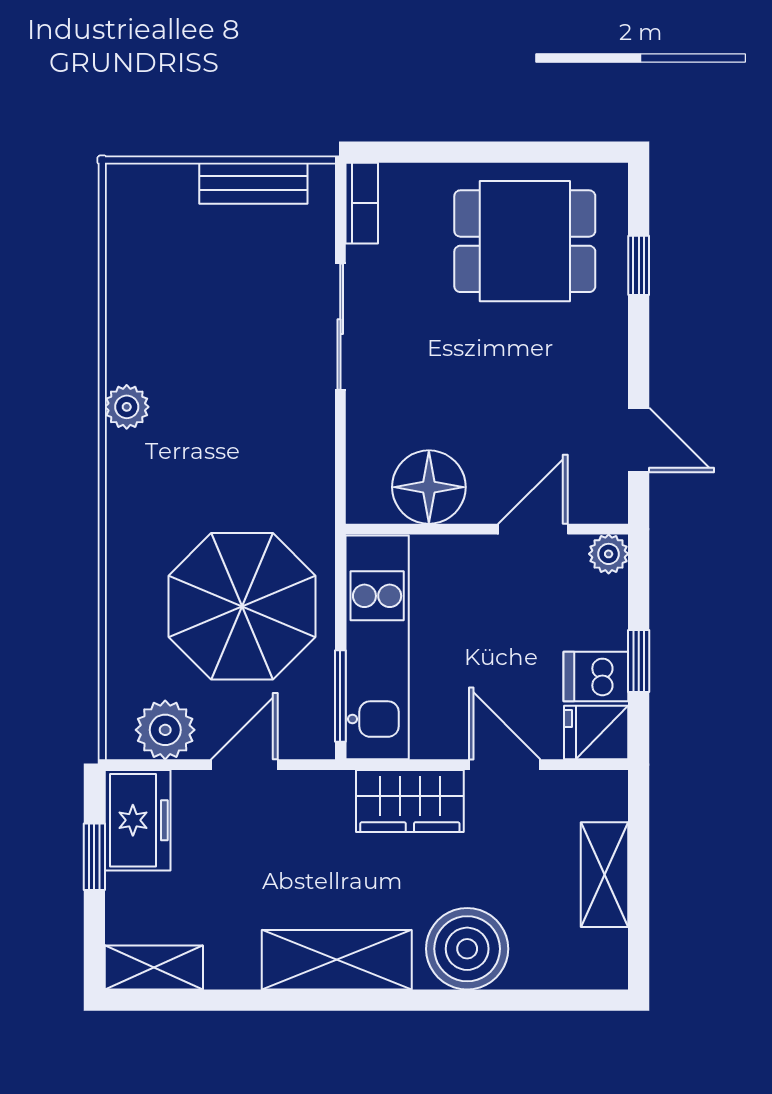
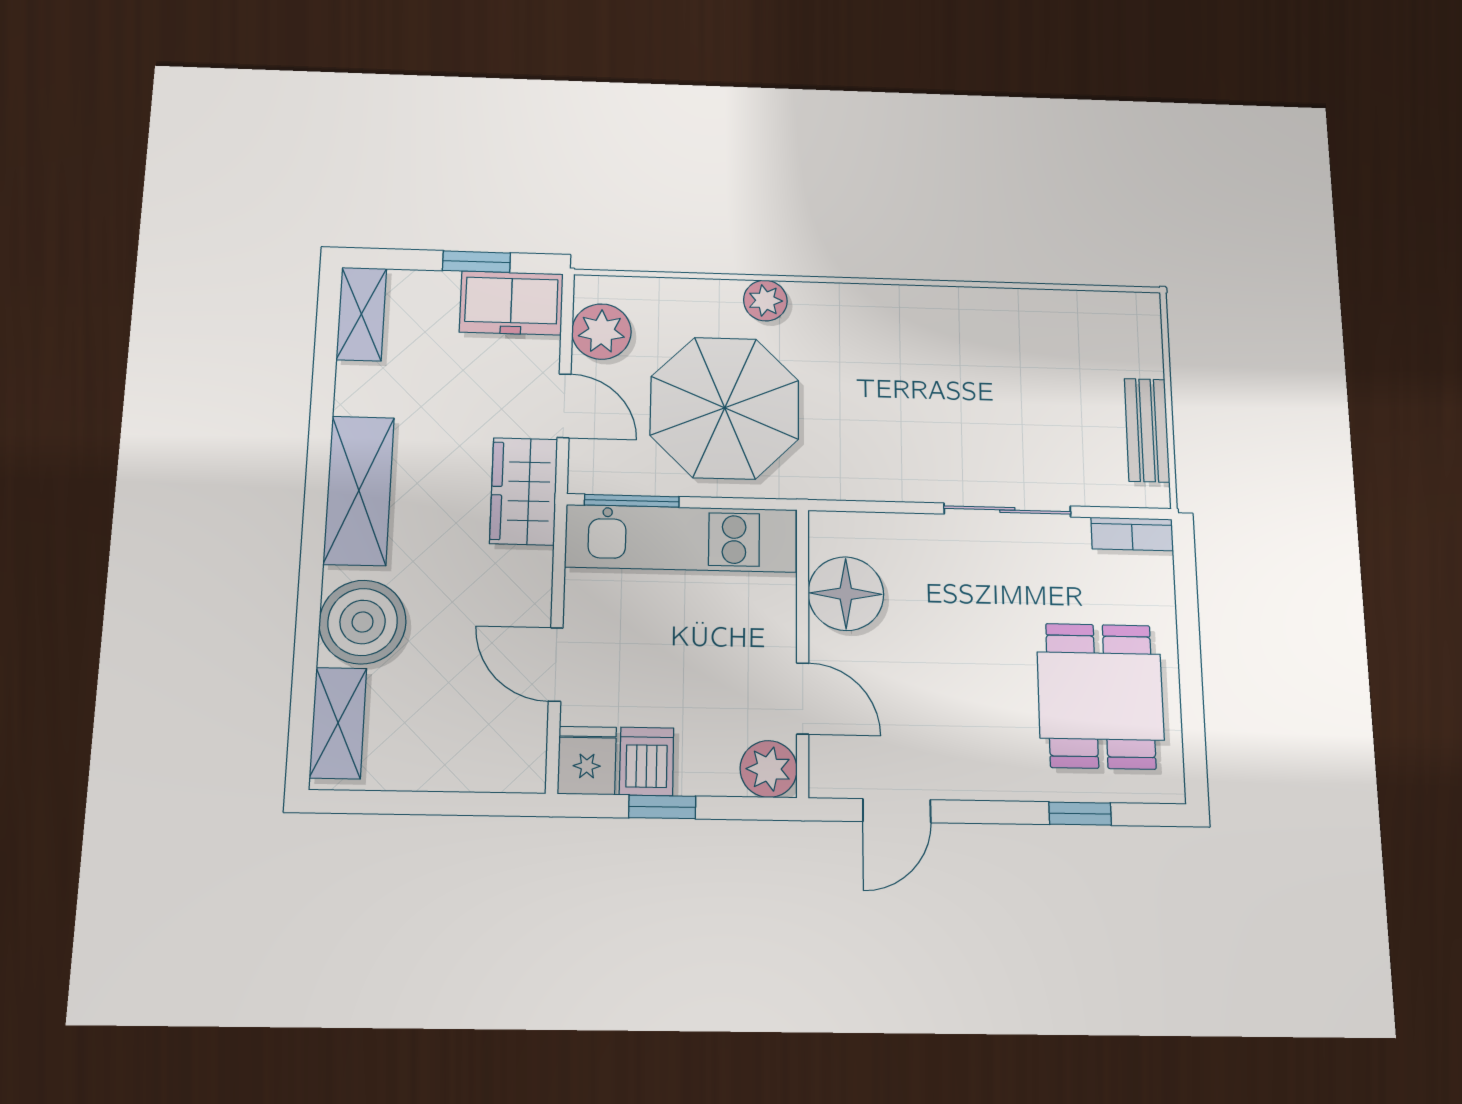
plant: (127, 407) -> (765, 301), moved
plant: (609, 554) -> (769, 769), width x1.38, depth x1.38
door: (505, 765) -> (556, 665), swing flipped
wardrobe: (410, 801) -> (524, 491), moved
shelving: (605, 875) -> (338, 723), moved, turned 90

